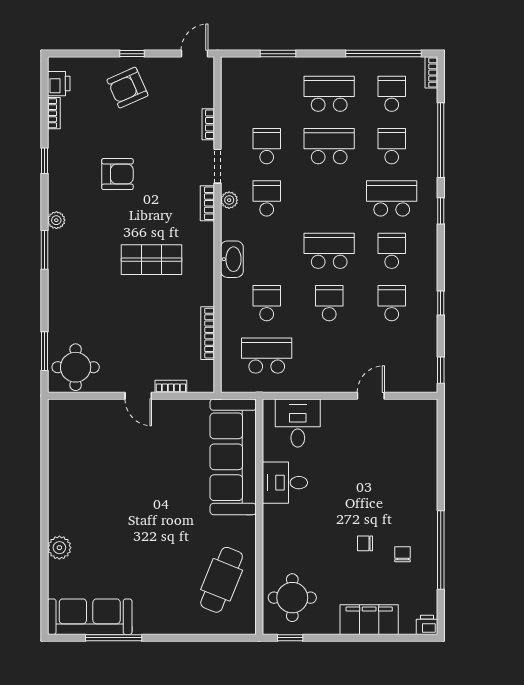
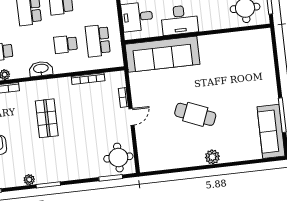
desk: (285, 483) -> (180, 20), width x1.37
plant: (59, 548) -> (212, 157), moved
cafe table: (222, 580) -> (195, 114), moved

